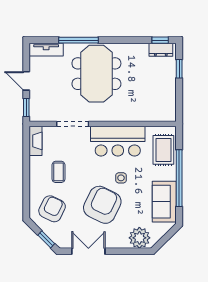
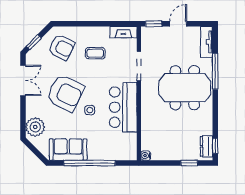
water cooler: (171, 116) -> (146, 156), added
rug: (163, 150) -> (115, 149), removed

